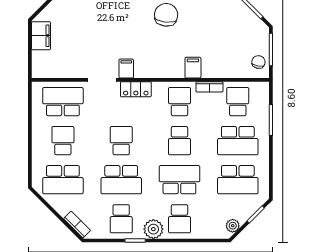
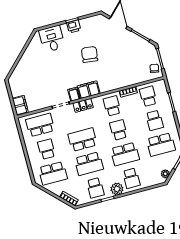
filing cabinet: (41, 36) -> (20, 105), moved
filing cabinet: (193, 68) -> (89, 90), moved, width x2.00
school desk: (121, 141) -> (83, 140), width x1.85
school desk: (179, 141) -> (119, 130), turned 180
school desk: (238, 141) -> (155, 120), width x0.54
school desk: (179, 180) -> (125, 154), turned 180

